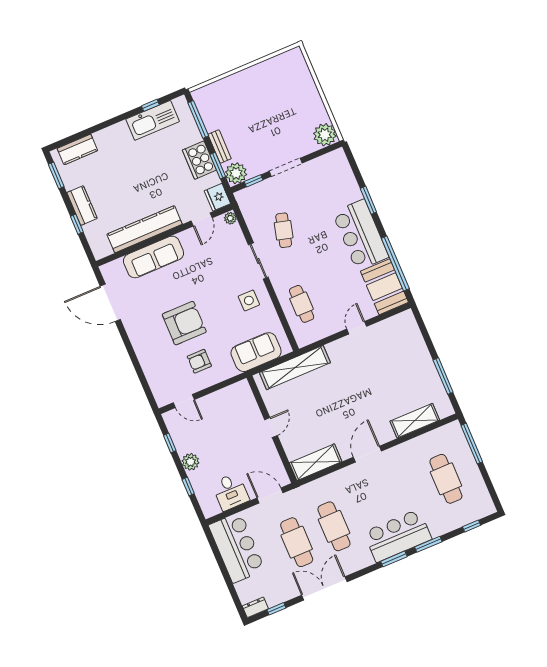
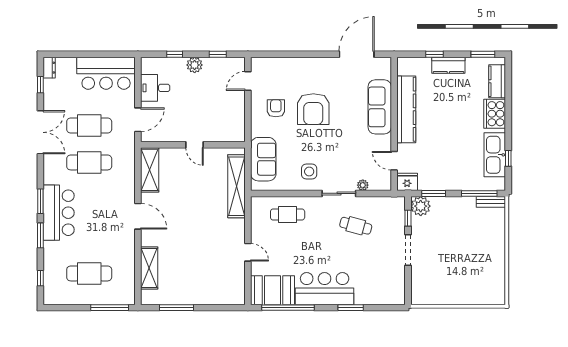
plant: (325, 135) -> (421, 294), removed
bench: (220, 146) -> (491, 202), moved
cooker: (199, 160) -> (495, 114), moved, turned -90
plant: (230, 218) -> (363, 185), moved

